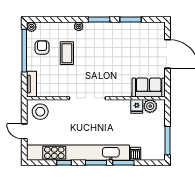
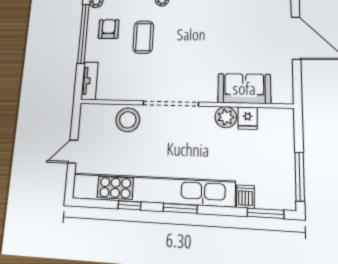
sofa: (149, 87) -> (244, 88), moved
plant: (150, 106) -> (226, 117), moved
stool: (40, 112) -> (128, 120), moved
door: (24, 131) -> (73, 152), hinge flipped
window: (123, 163) -> (266, 213), moved

